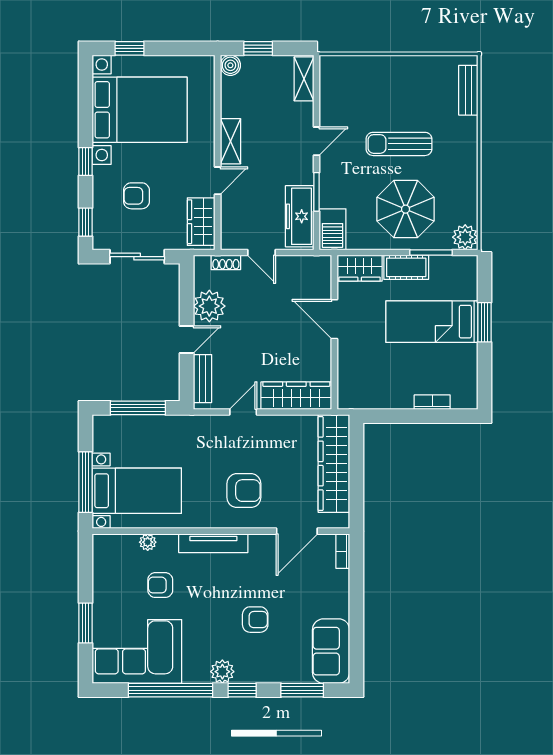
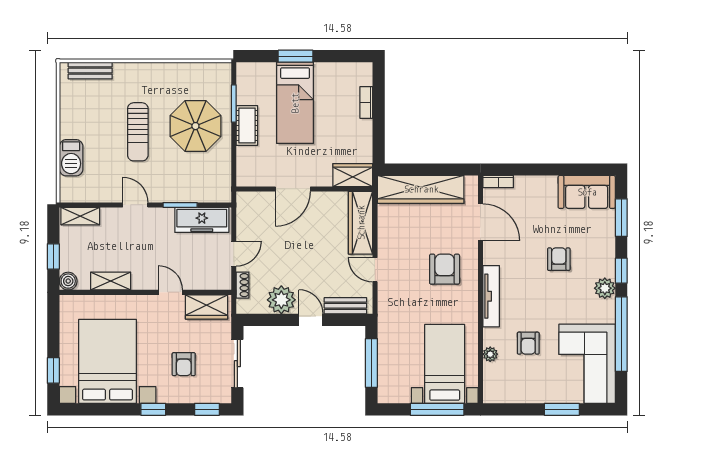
shelving: (230, 141) -> (111, 281), moved
barbecue: (333, 229) -> (71, 158), moved, turned 90
plant: (465, 237) -> (220, 73), removed
wardrobe: (360, 268) -> (353, 175), moved, turned -90

